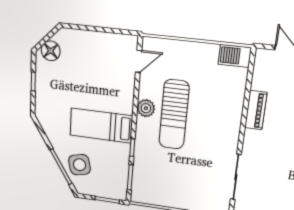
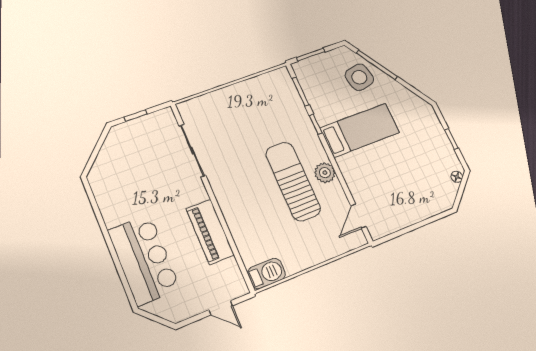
floor lamp: (51, 51) -> (457, 177), width x0.53, depth x0.53
piano: (256, 110) -> (210, 232), width x1.37, depth x1.33

